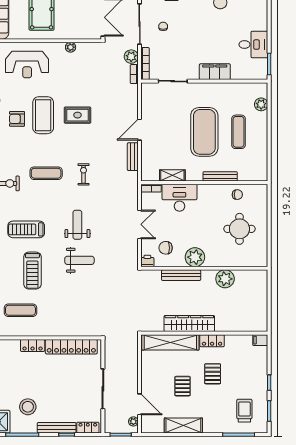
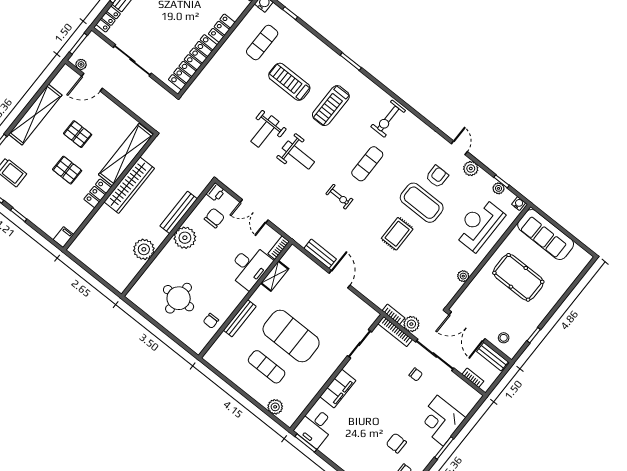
desk: (253, 44) -> (315, 427), moved
treadmill: (26, 229) -> (331, 106), turned 180
shelving: (183, 426) -> (35, 115), width x1.47

